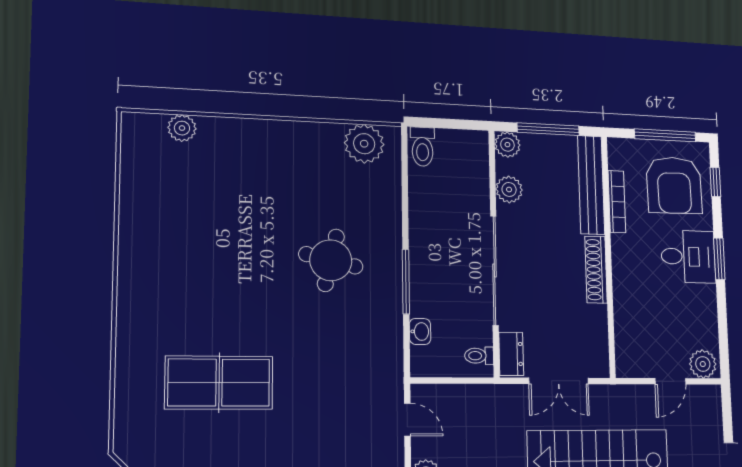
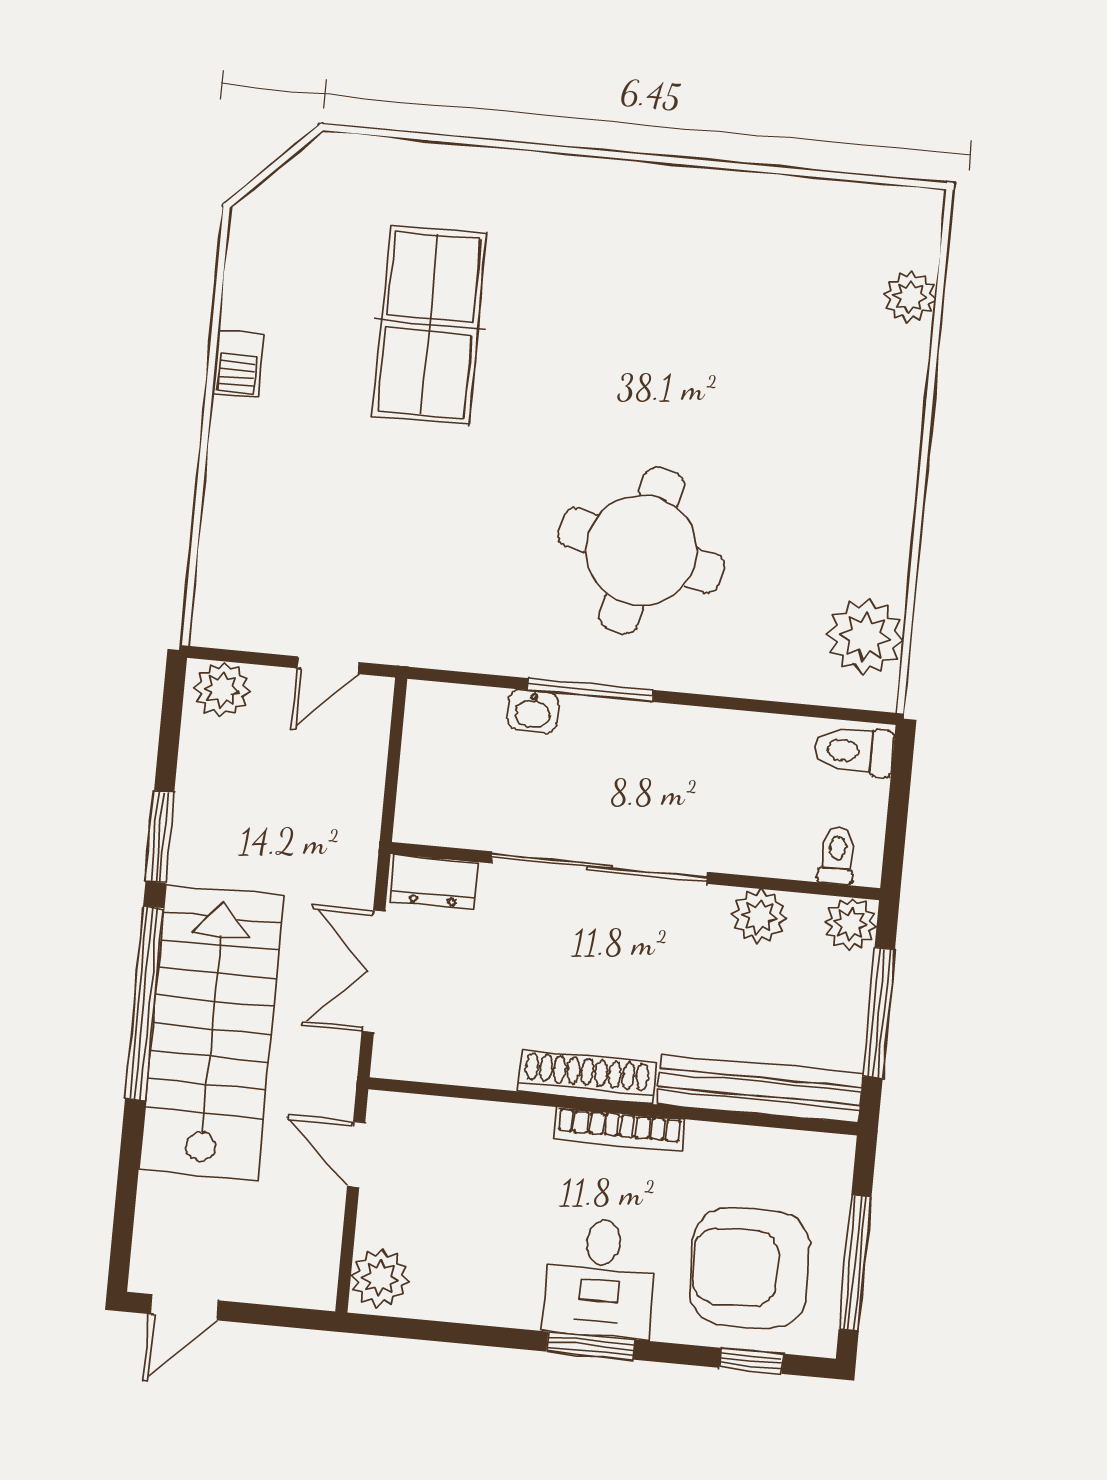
bookcase: (617, 202) -> (619, 1129), moved
round table: (331, 260) -> (641, 550), width x1.36, depth x1.36
washbasin: (420, 331) -> (533, 711), moved
toilet: (479, 356) -> (837, 856), moved
door: (670, 381) -> (356, 1154), moved

